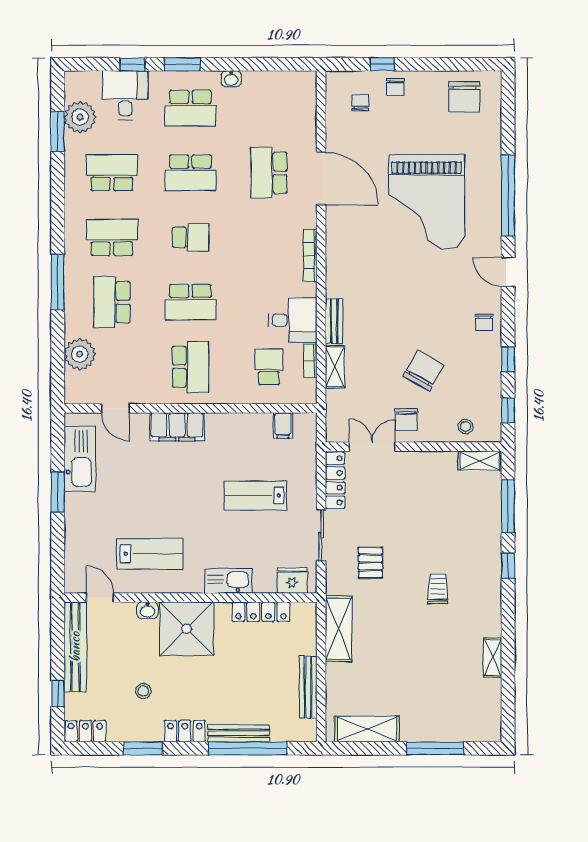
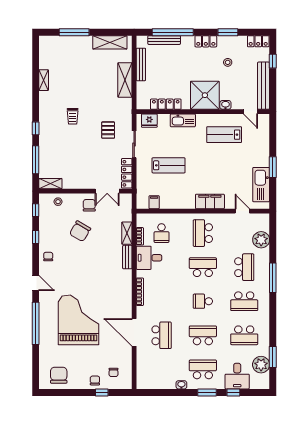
shelving: (339, 629) -> (125, 80), moved
bench: (239, 733) -> (164, 40), moved

